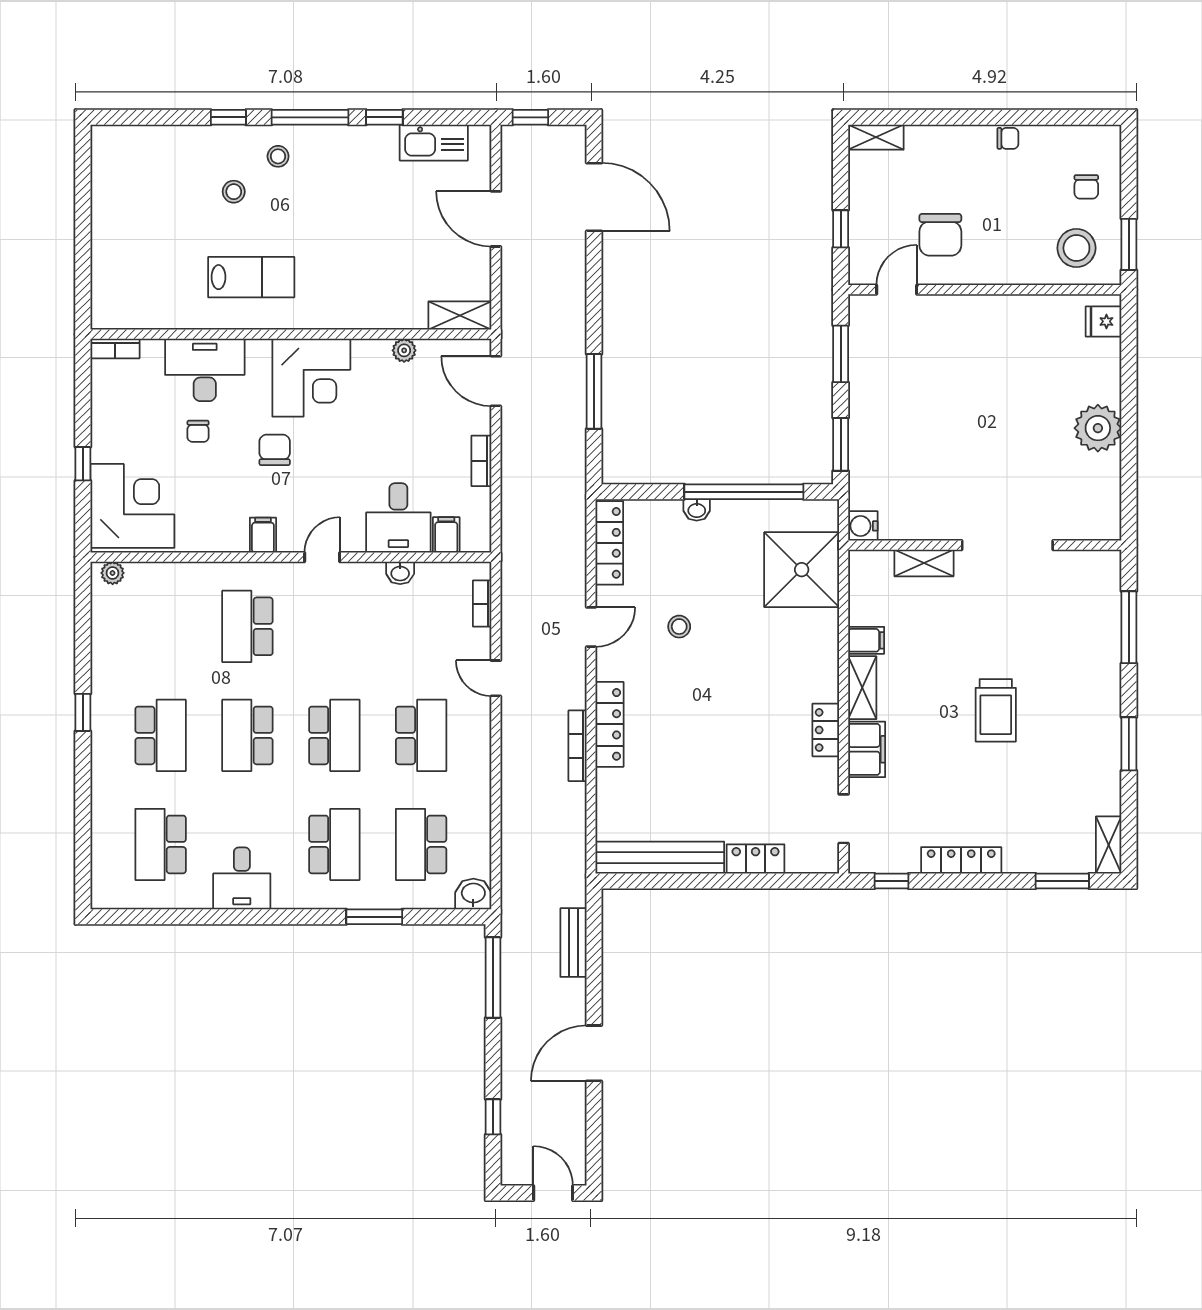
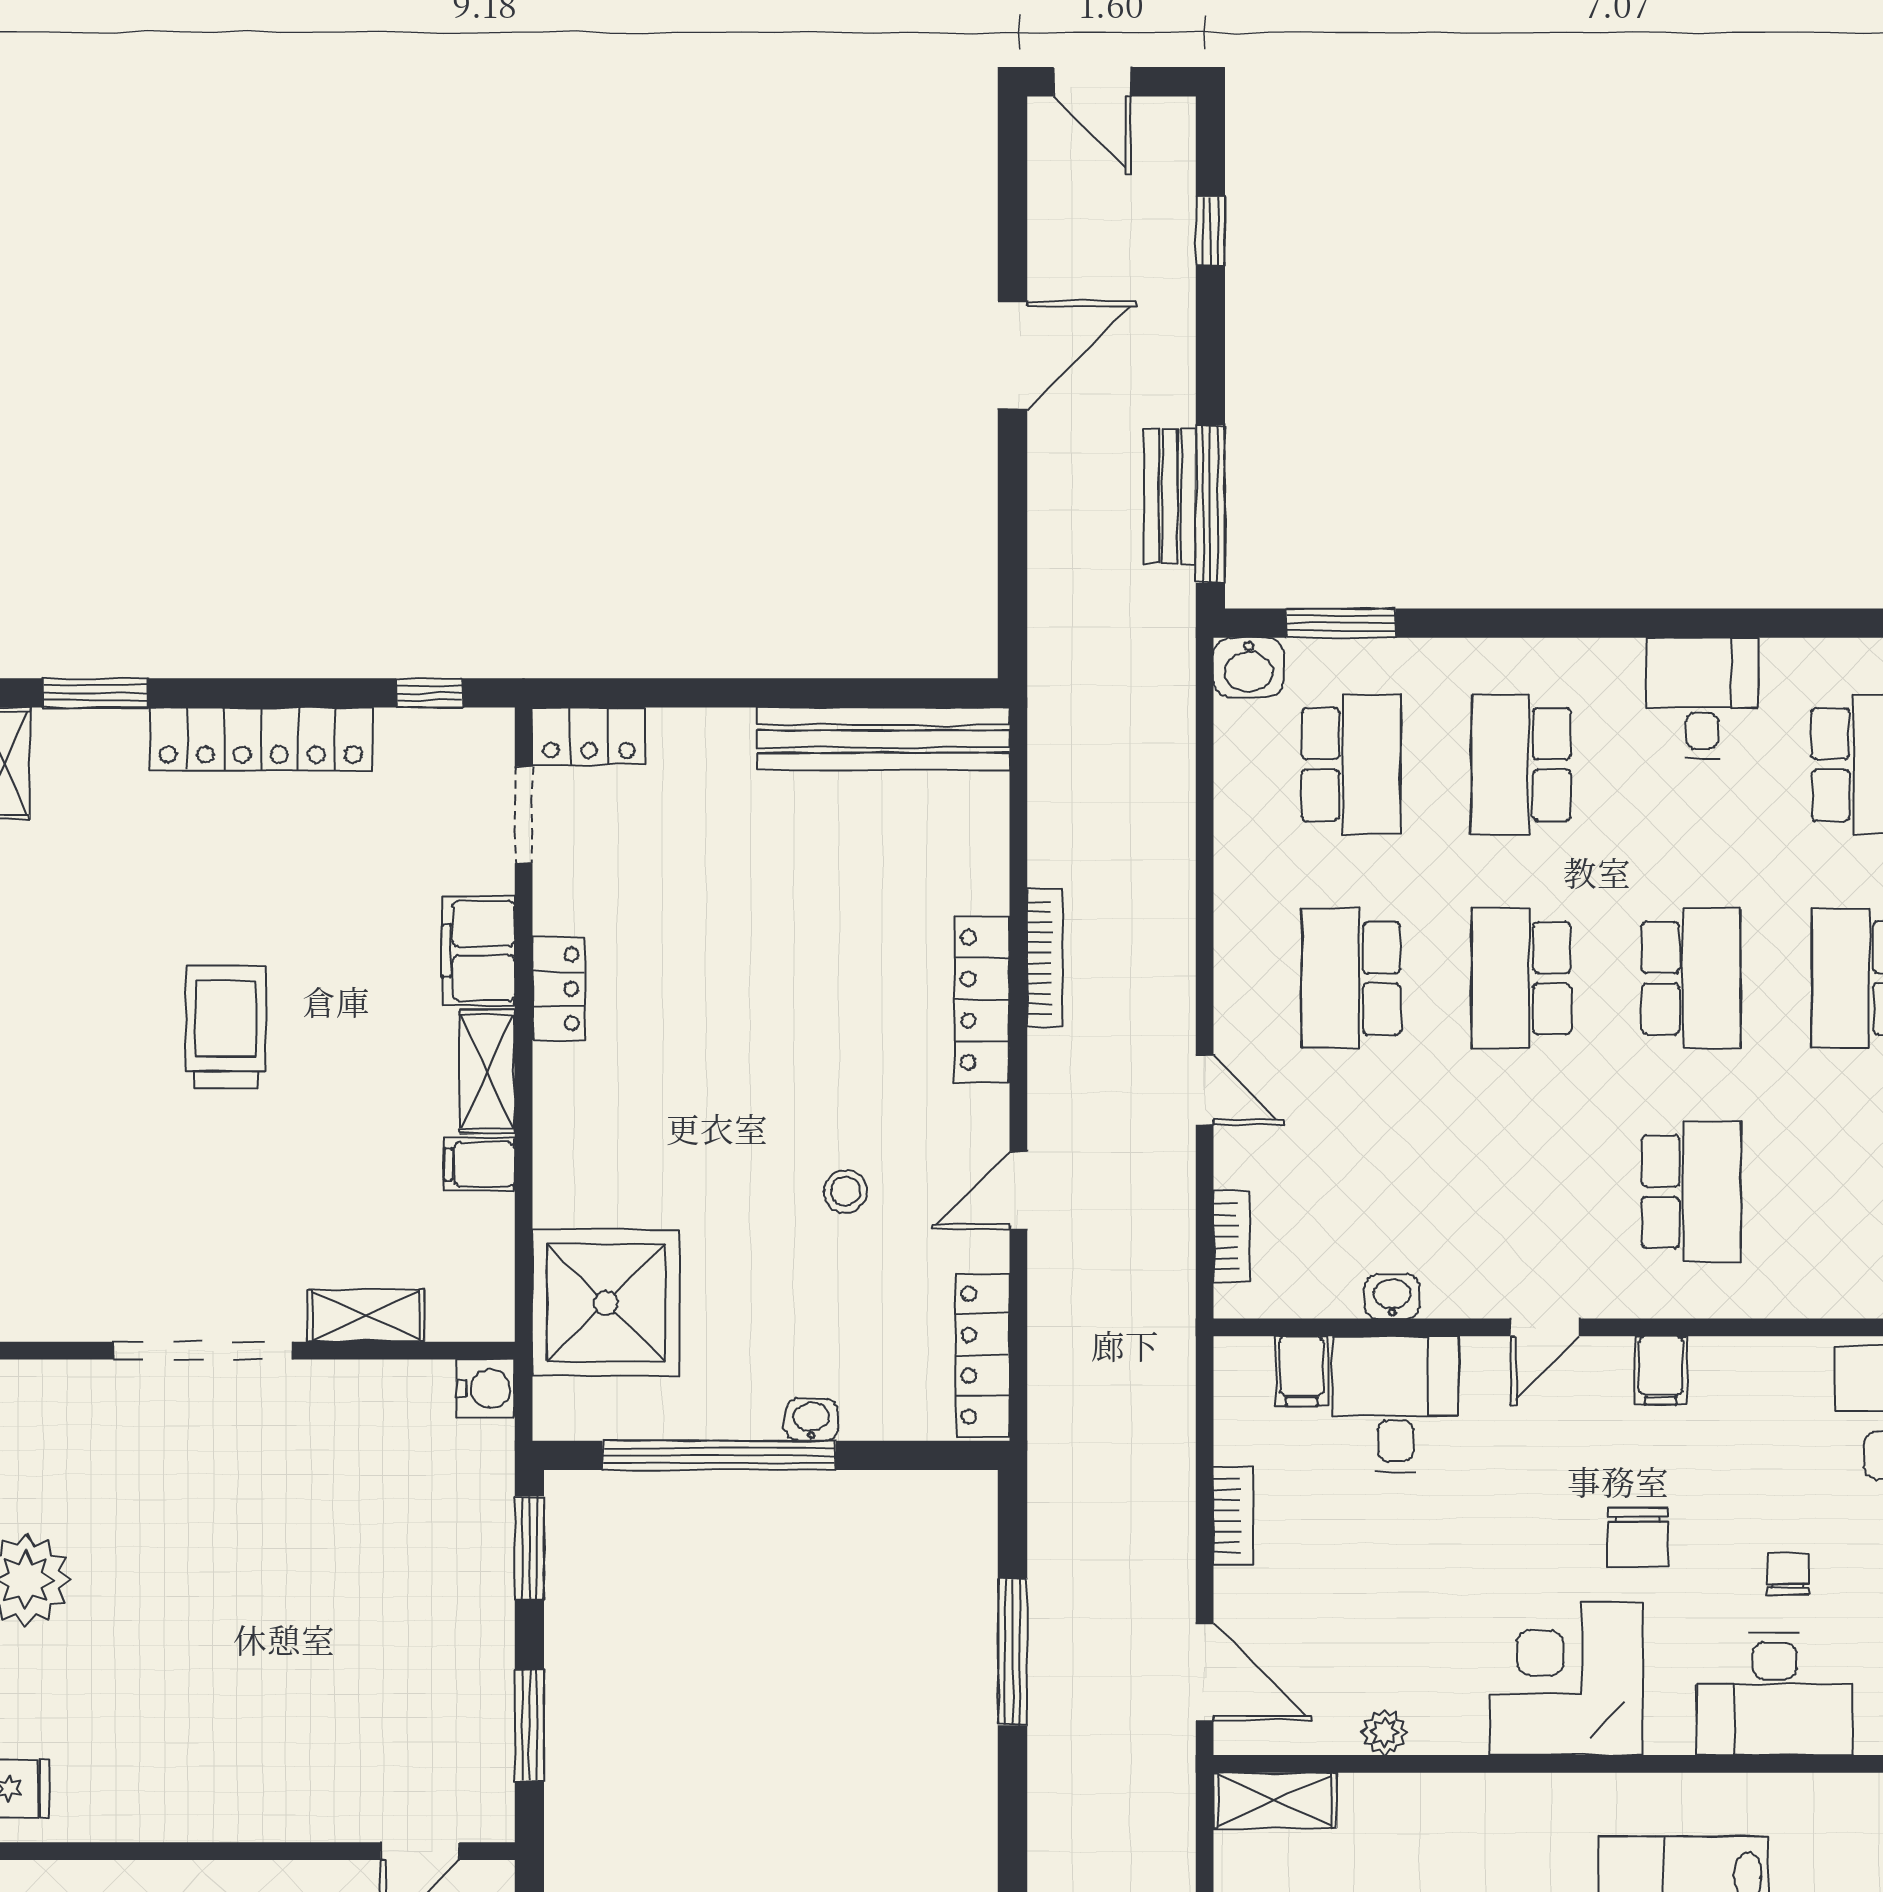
locker: (756, 859) -> (589, 736), moved
locker: (961, 860) -> (261, 739), width x1.41, depth x1.21
window: (374, 917) -> (1341, 623), moved
bench: (573, 943) -> (1170, 496), moved

